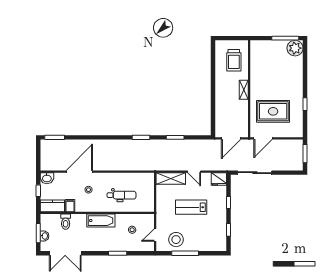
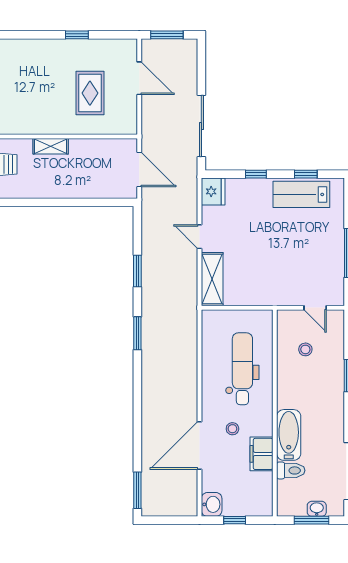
rug: (273, 111) -> (90, 93), width x0.73, depth x0.70
door: (263, 138) -> (139, 78), moved
door: (79, 172) -> (200, 445), hinge flipped
door: (194, 172) -> (200, 237), swing flipped
dental chair: (122, 195) -> (242, 369), width x1.36, depth x1.38
kitchen counter: (52, 206) -> (262, 494), removed
filing cabinet: (70, 206) -> (262, 454), width x2.00
lab bench: (191, 207) -> (301, 194), moved, turned 90
bathtub: (101, 221) -> (289, 435), moved
stool: (176, 240) -> (323, 270), removed

